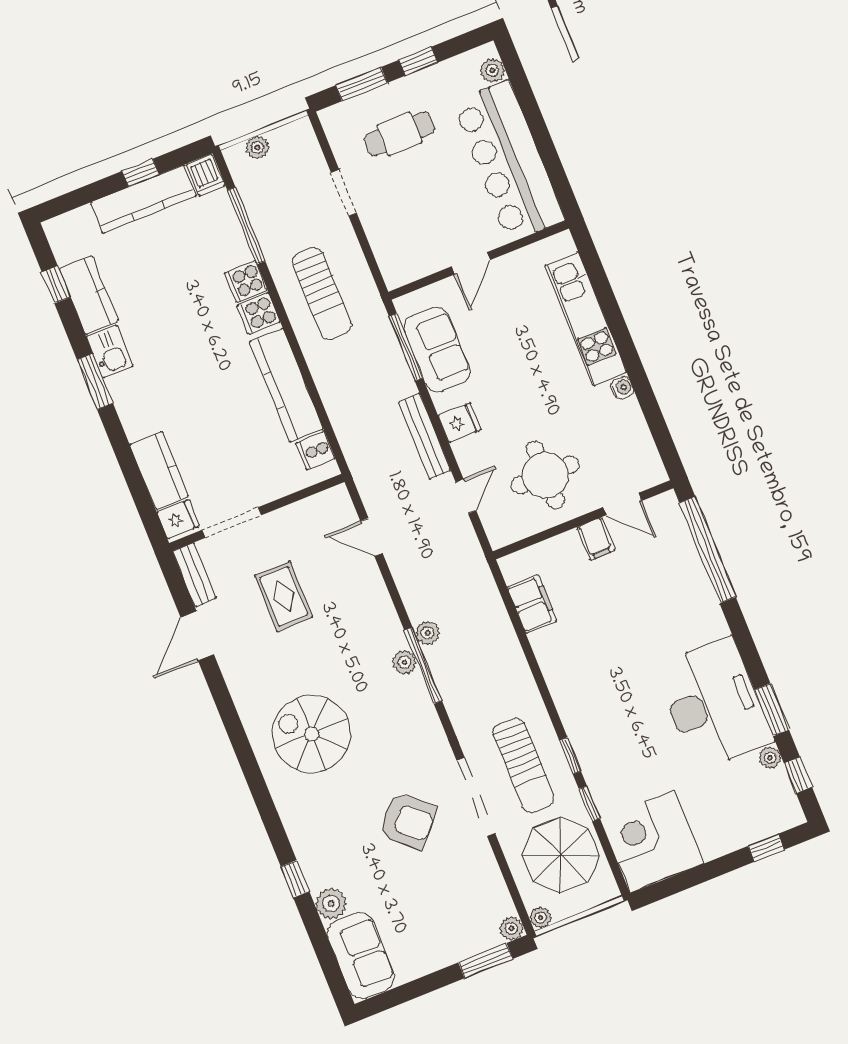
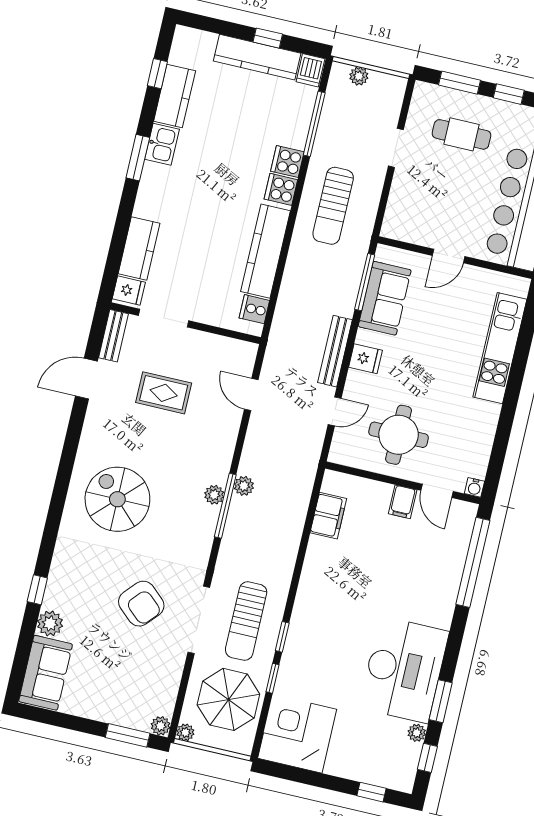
water cooler: (622, 388) -> (474, 487), moved, turned 90
rug: (284, 596) -> (164, 393), turned 90

